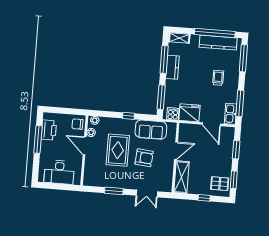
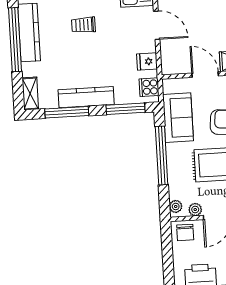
kitchen counter: (172, 67) -> (86, 97), width x1.50
fridge: (189, 113) -> (147, 61), width x0.53, depth x0.75
window: (128, 116) -> (162, 155), width x3.17
door: (211, 124) -> (157, 25), hinge flipped

